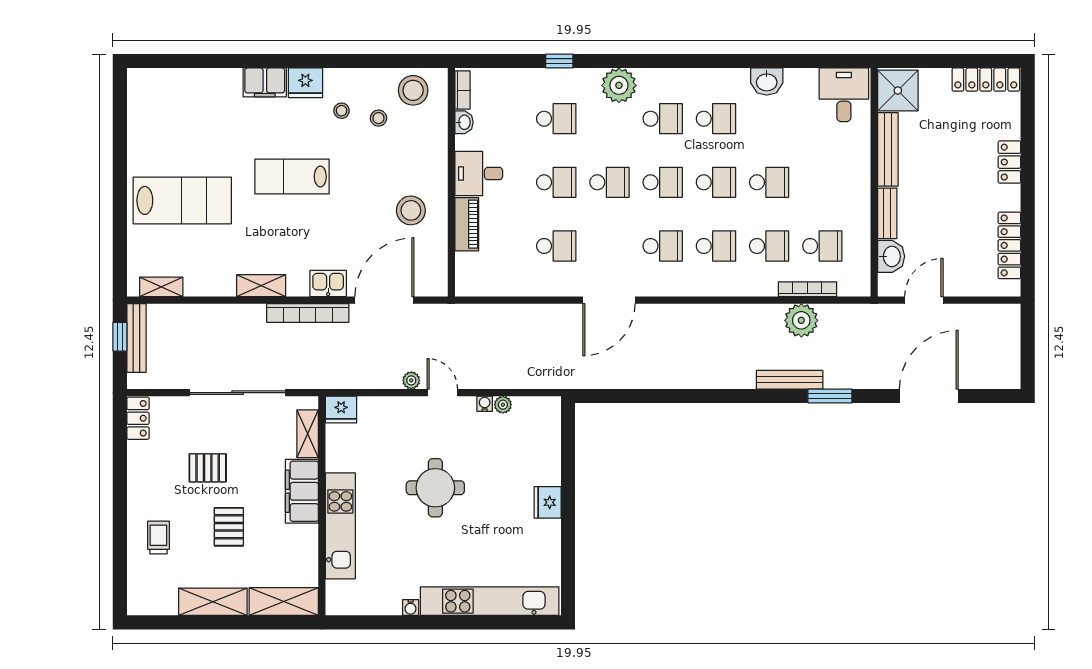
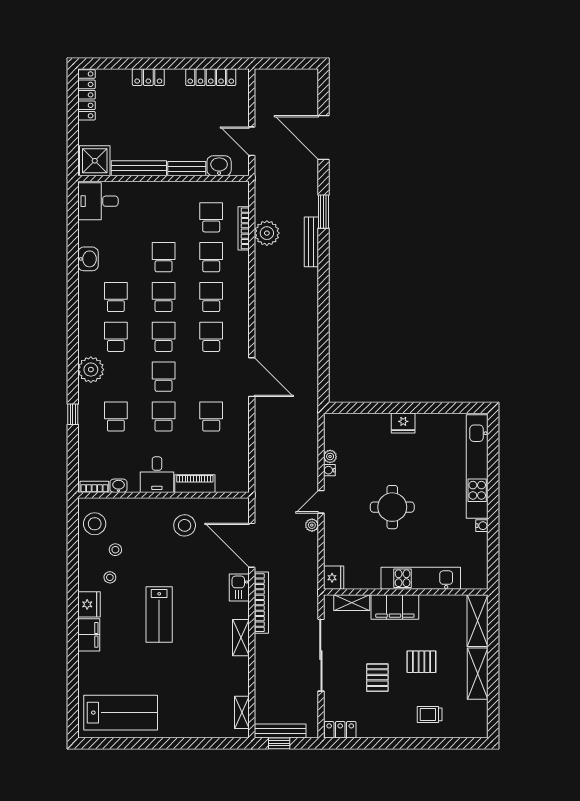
lab bench: (182, 200) -> (121, 713), moved, turned 90

